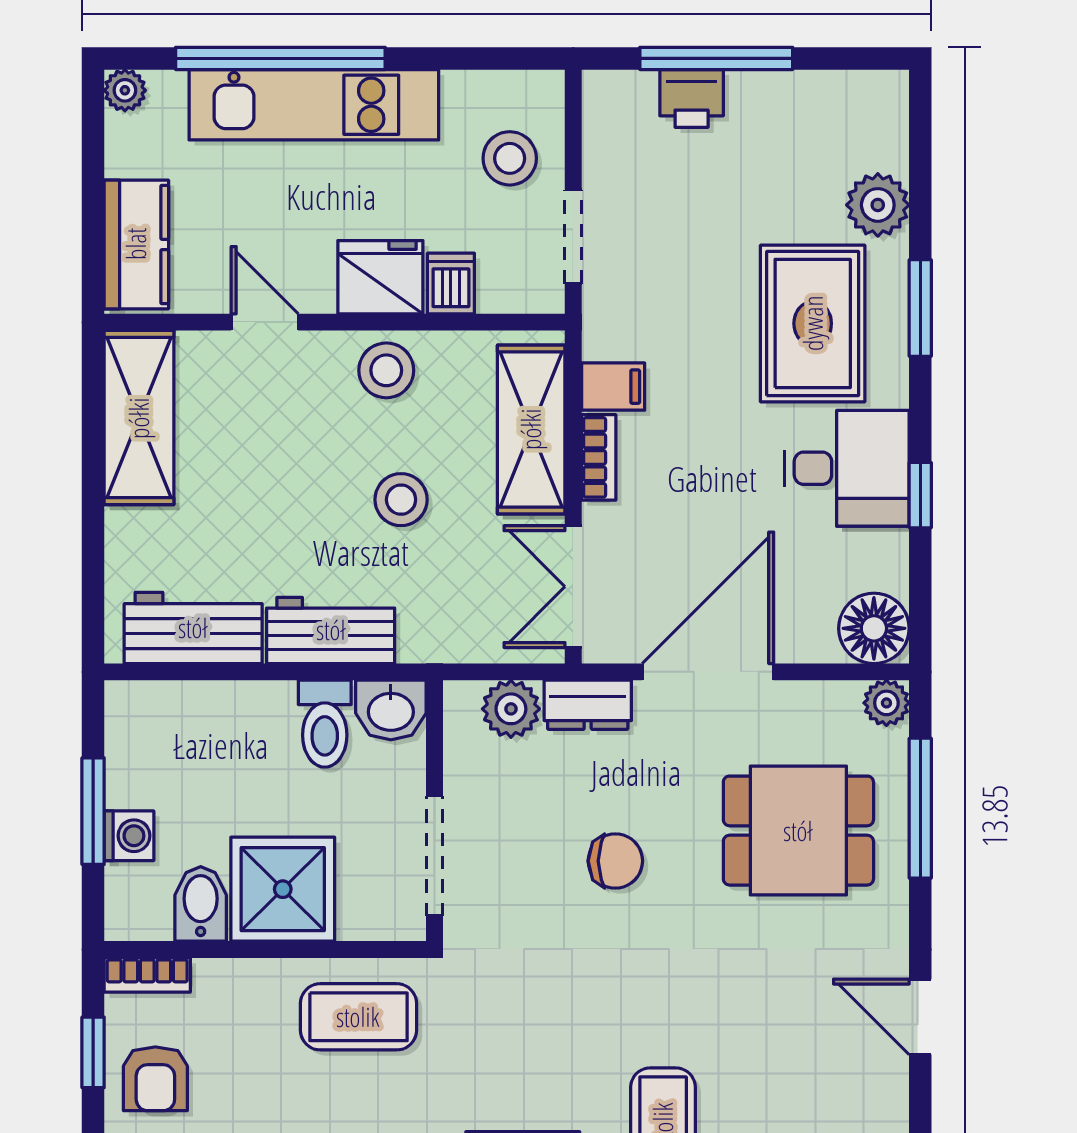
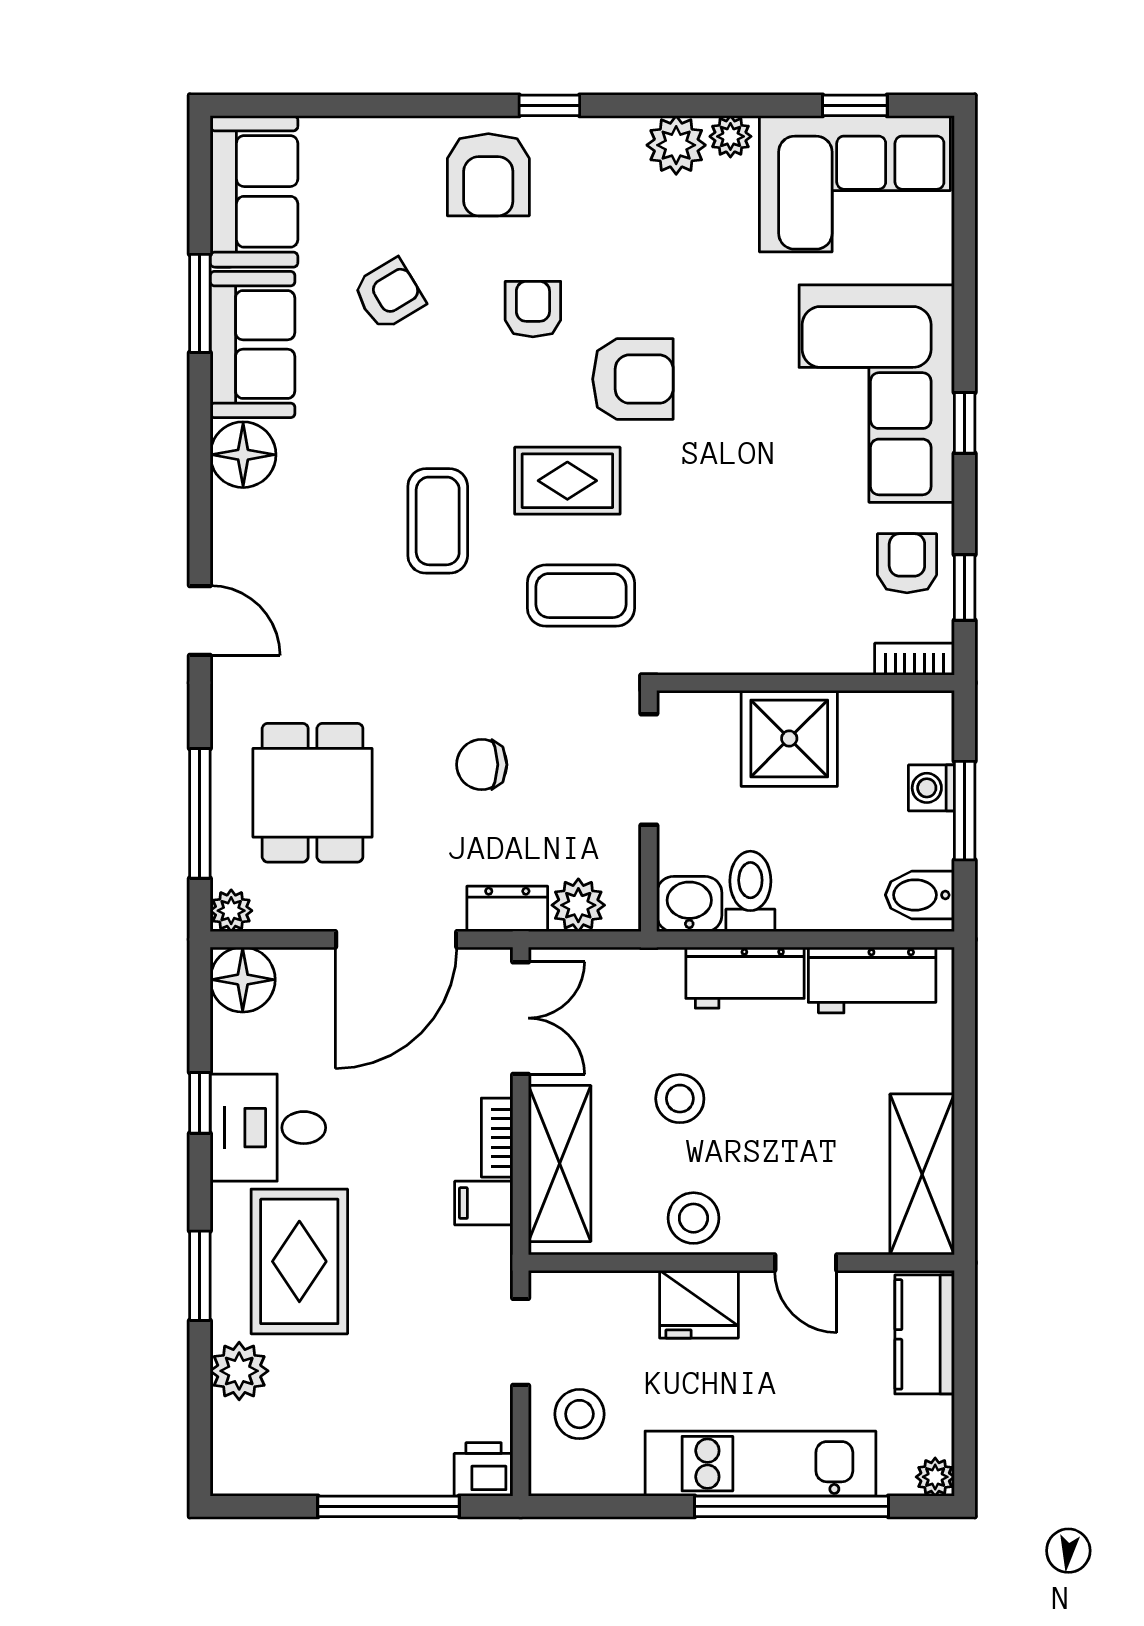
printer: (692, 98) -> (484, 1469), moved
dishwasher: (451, 283) -> (634, 1298), removed
dining table: (798, 831) -> (313, 793), turned 90
bidet: (201, 904) -> (920, 895), moved, turned 90
coffee table: (358, 1017) -> (581, 596), moved

